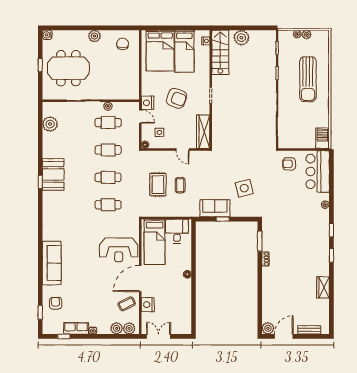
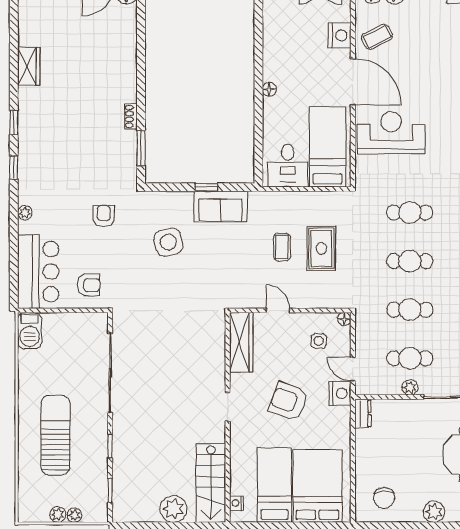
dresser: (135, 91) -> (363, 413), added
armchair: (281, 203) -> (104, 216), added
door: (140, 279) -> (353, 82), hinge flipped

